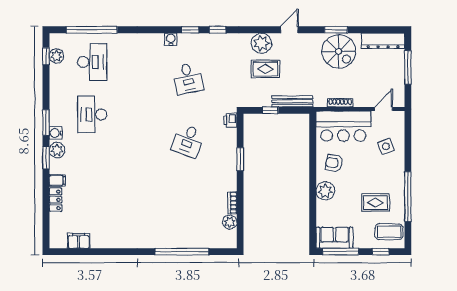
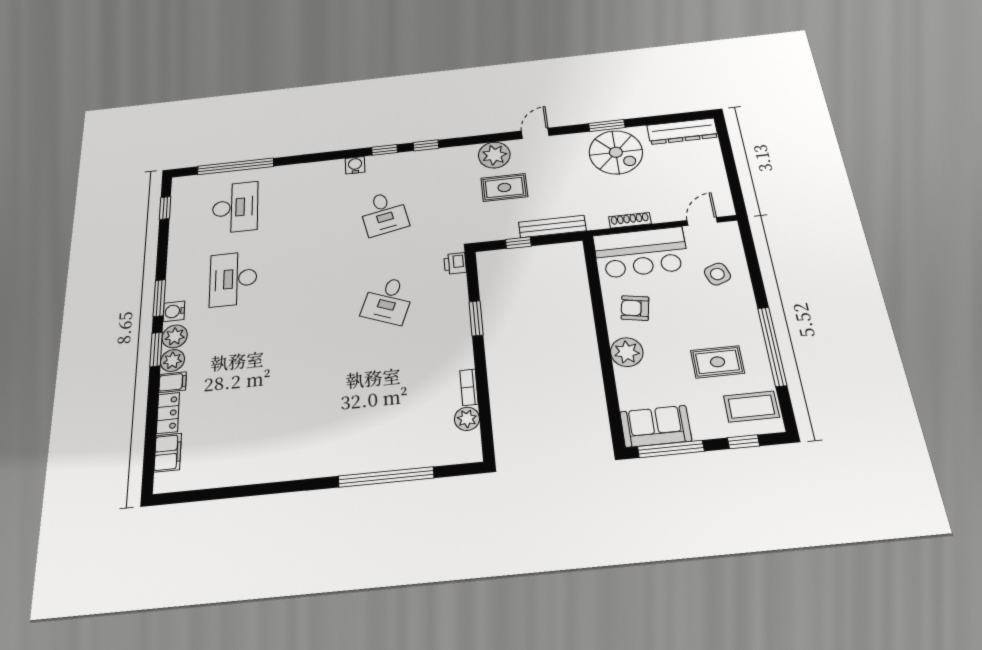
plant: (56, 56) -> (172, 360), moved
window: (408, 67) -> (729, 161), removed
filing cabinet: (79, 241) -> (168, 453), moved, turned 90

